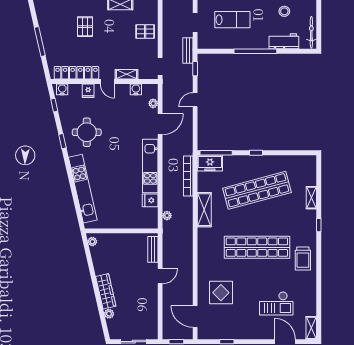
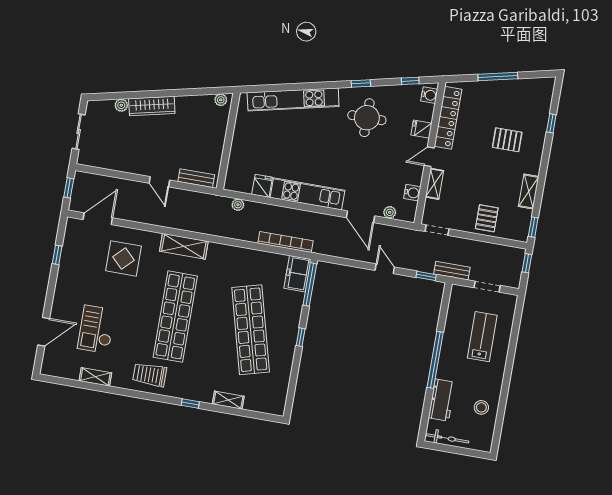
lab bench: (232, 20) -> (482, 337), turned 180
shelving: (204, 210) -> (184, 246), moved
shelving: (311, 328) -> (95, 377), moved

